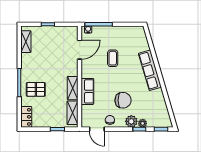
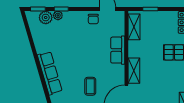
shelving: (73, 88) -> (134, 71), moved
chair: (123, 100) -> (79, 40), removed
plant: (131, 121) -> (46, 17), moved

